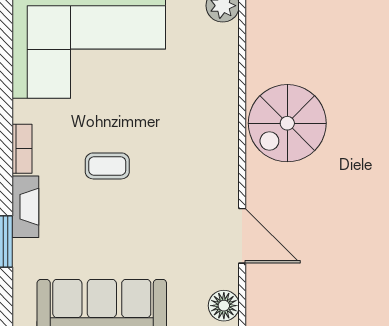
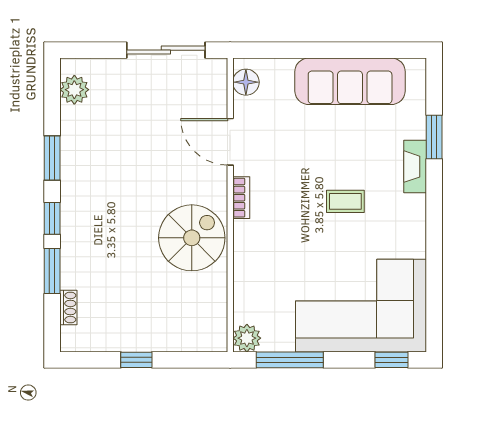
bookcase: (22, 149) -> (241, 198), moved, turned 180

